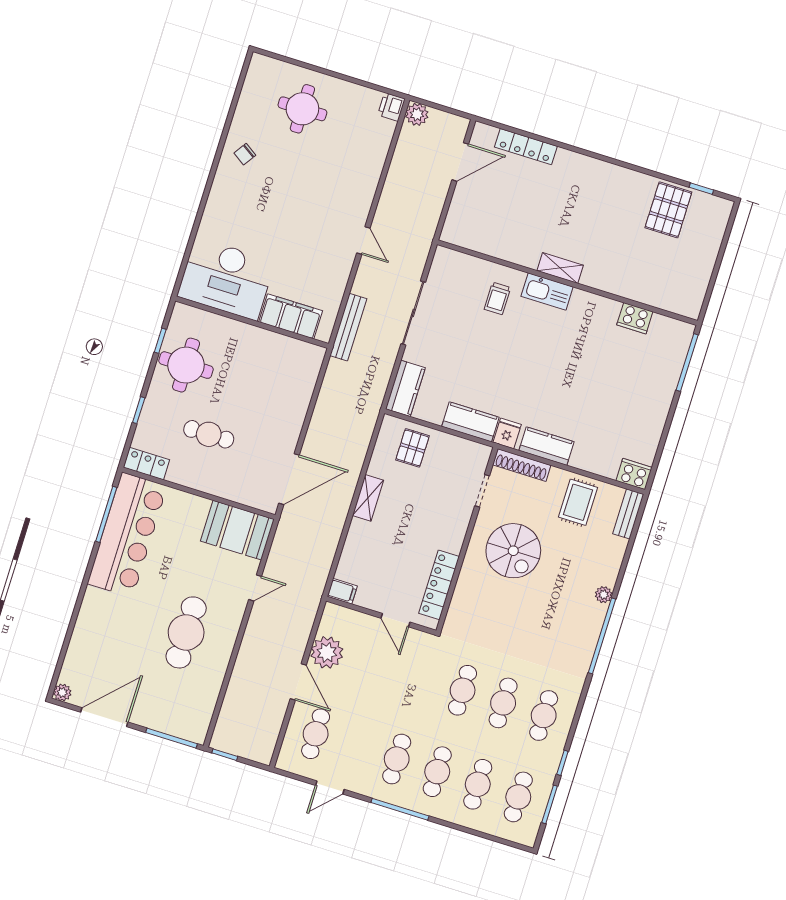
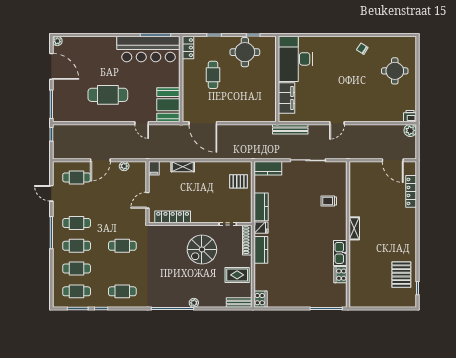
pallet: (668, 210) -> (401, 275), turned 90
kitchen sink: (547, 292) -> (340, 253), moved
shelving: (368, 498) -> (183, 167), moved
plant: (327, 652) -> (124, 166), width x0.53, depth x0.53
cafe table: (503, 703) -> (122, 269), removed

